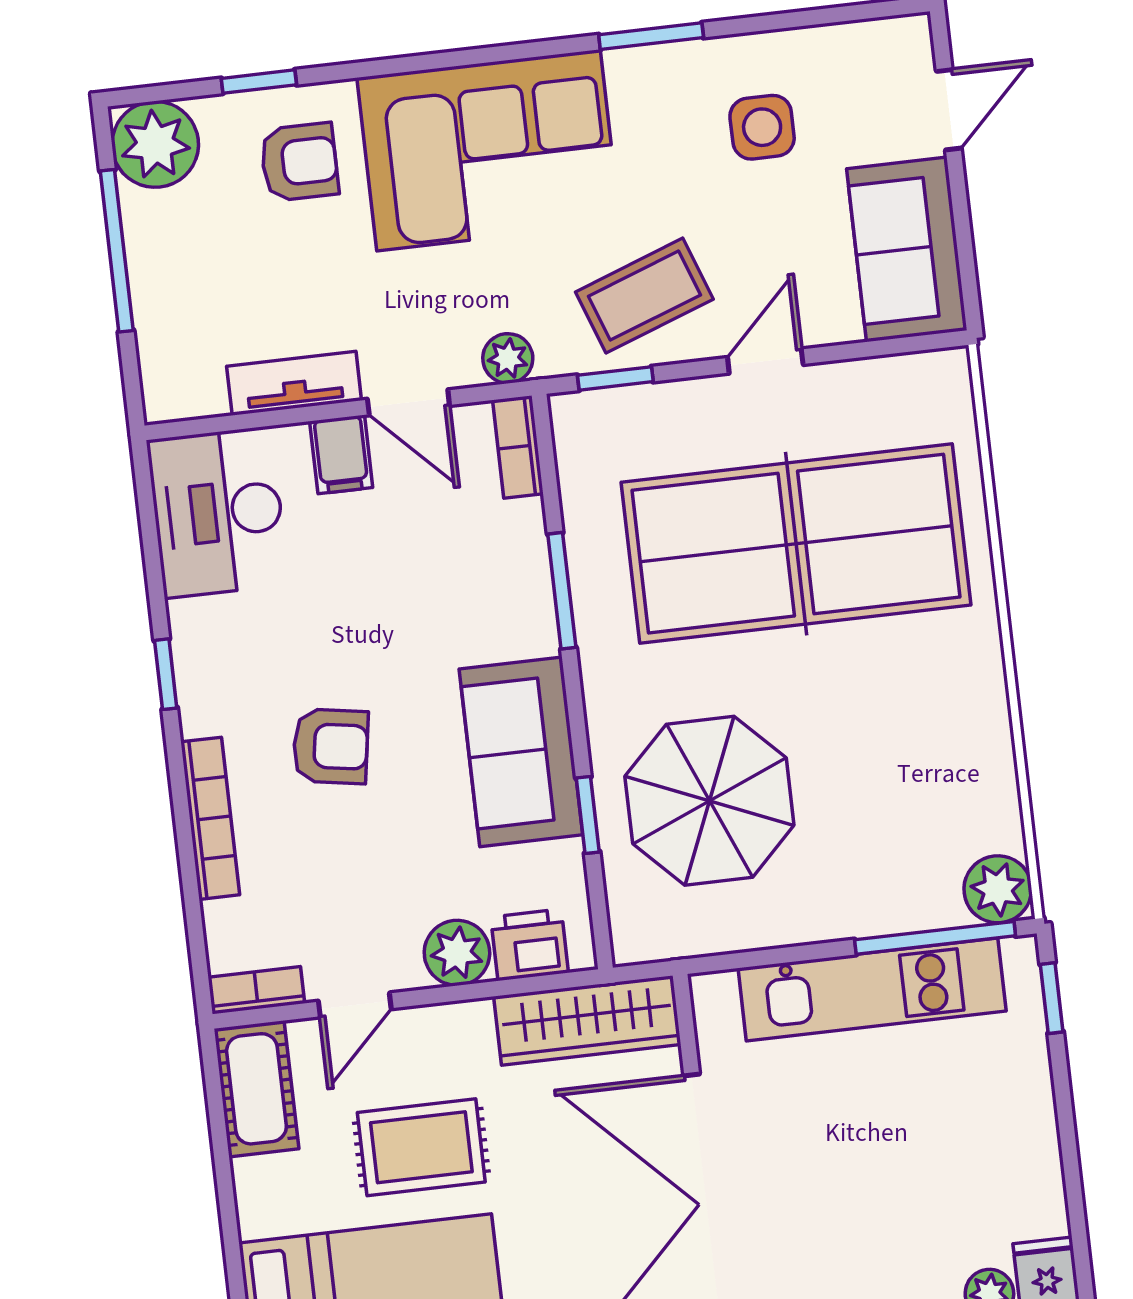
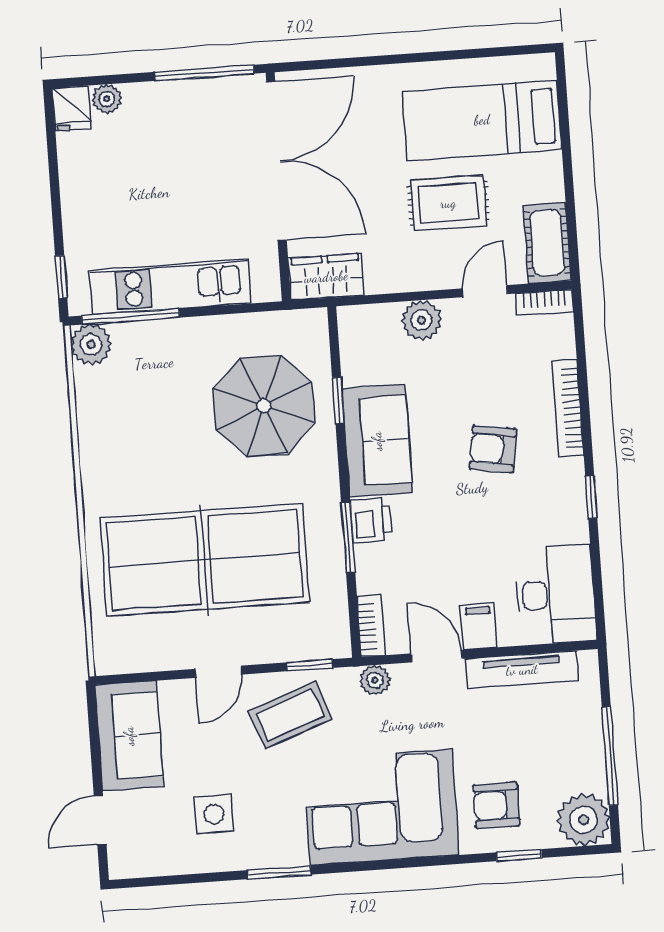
tv unit: (294, 383) -> (522, 670), width x1.41
printer: (530, 945) -> (371, 520), moved, turned -90
wardrobe: (587, 1020) -> (326, 277), width x0.67

